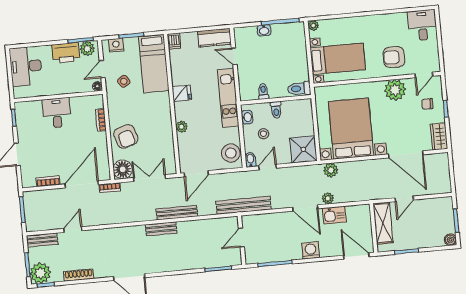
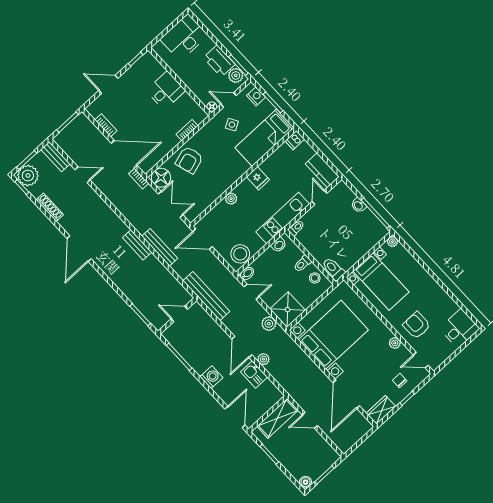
plant: (395, 90) -> (395, 343), width x0.53, depth x0.53
toilet: (263, 91) -> (296, 228), moved
stool: (263, 134) -> (315, 278), moved
plant: (331, 170) -> (269, 324), moved

